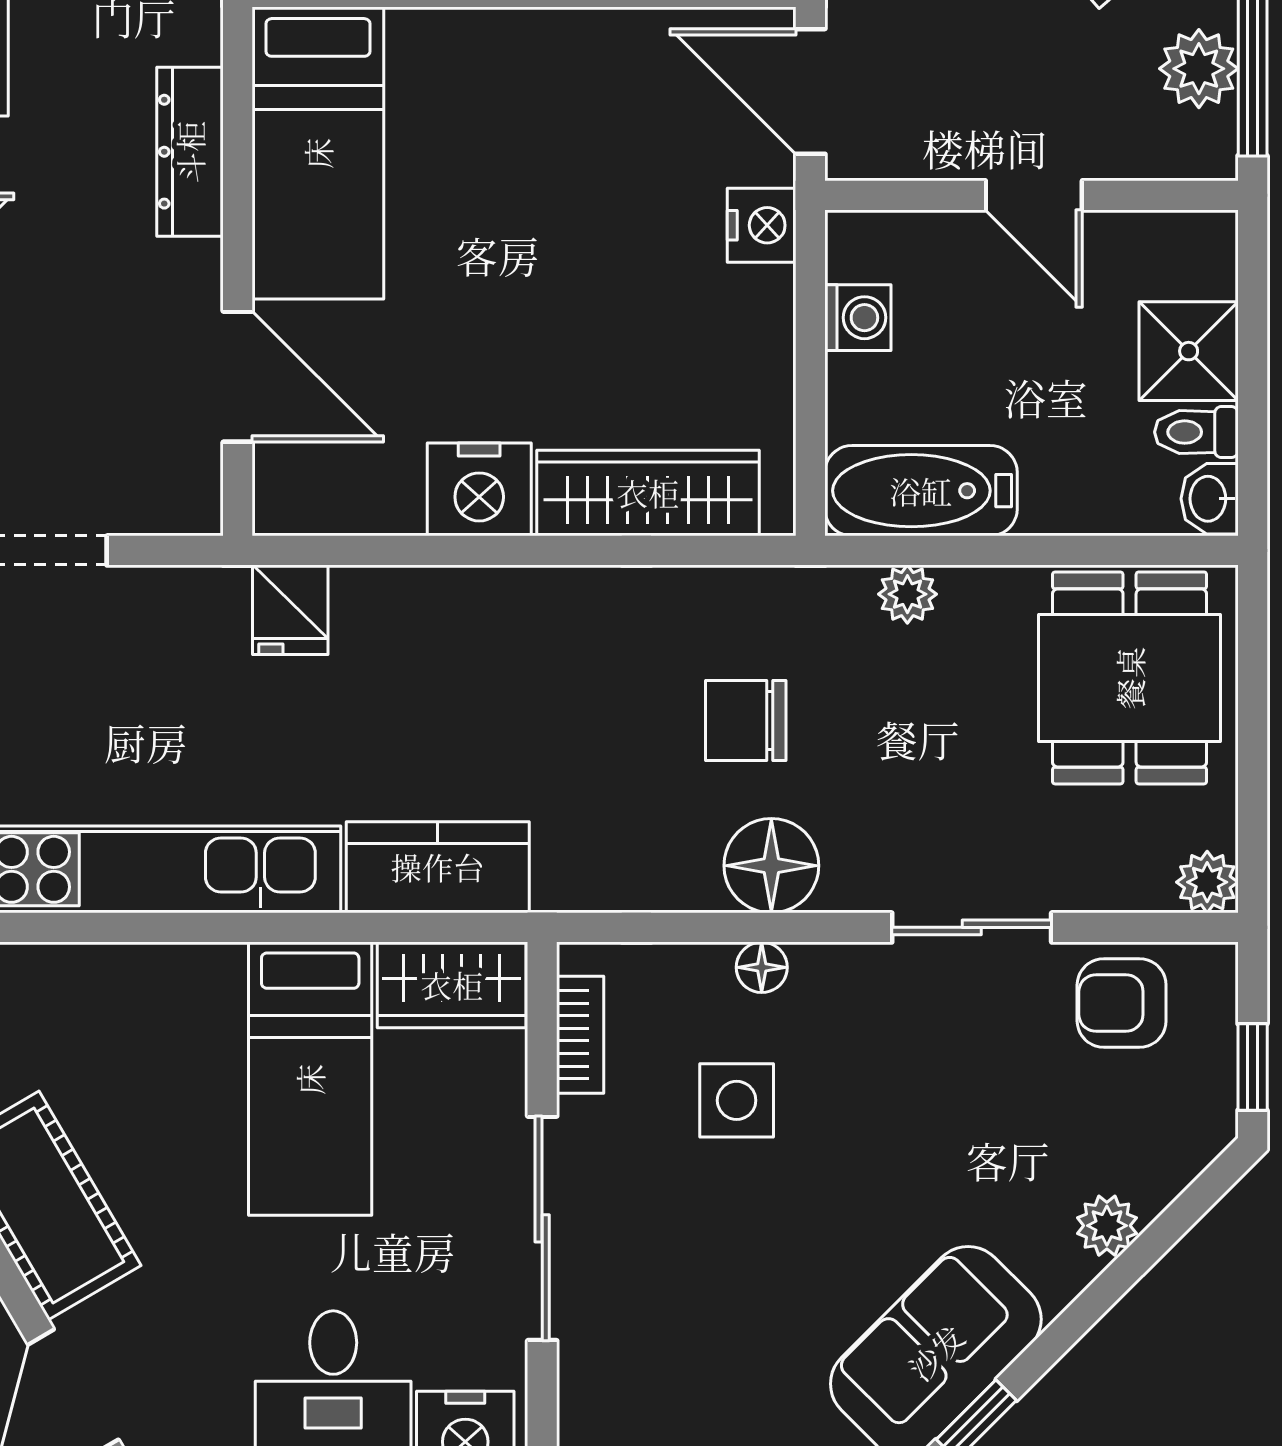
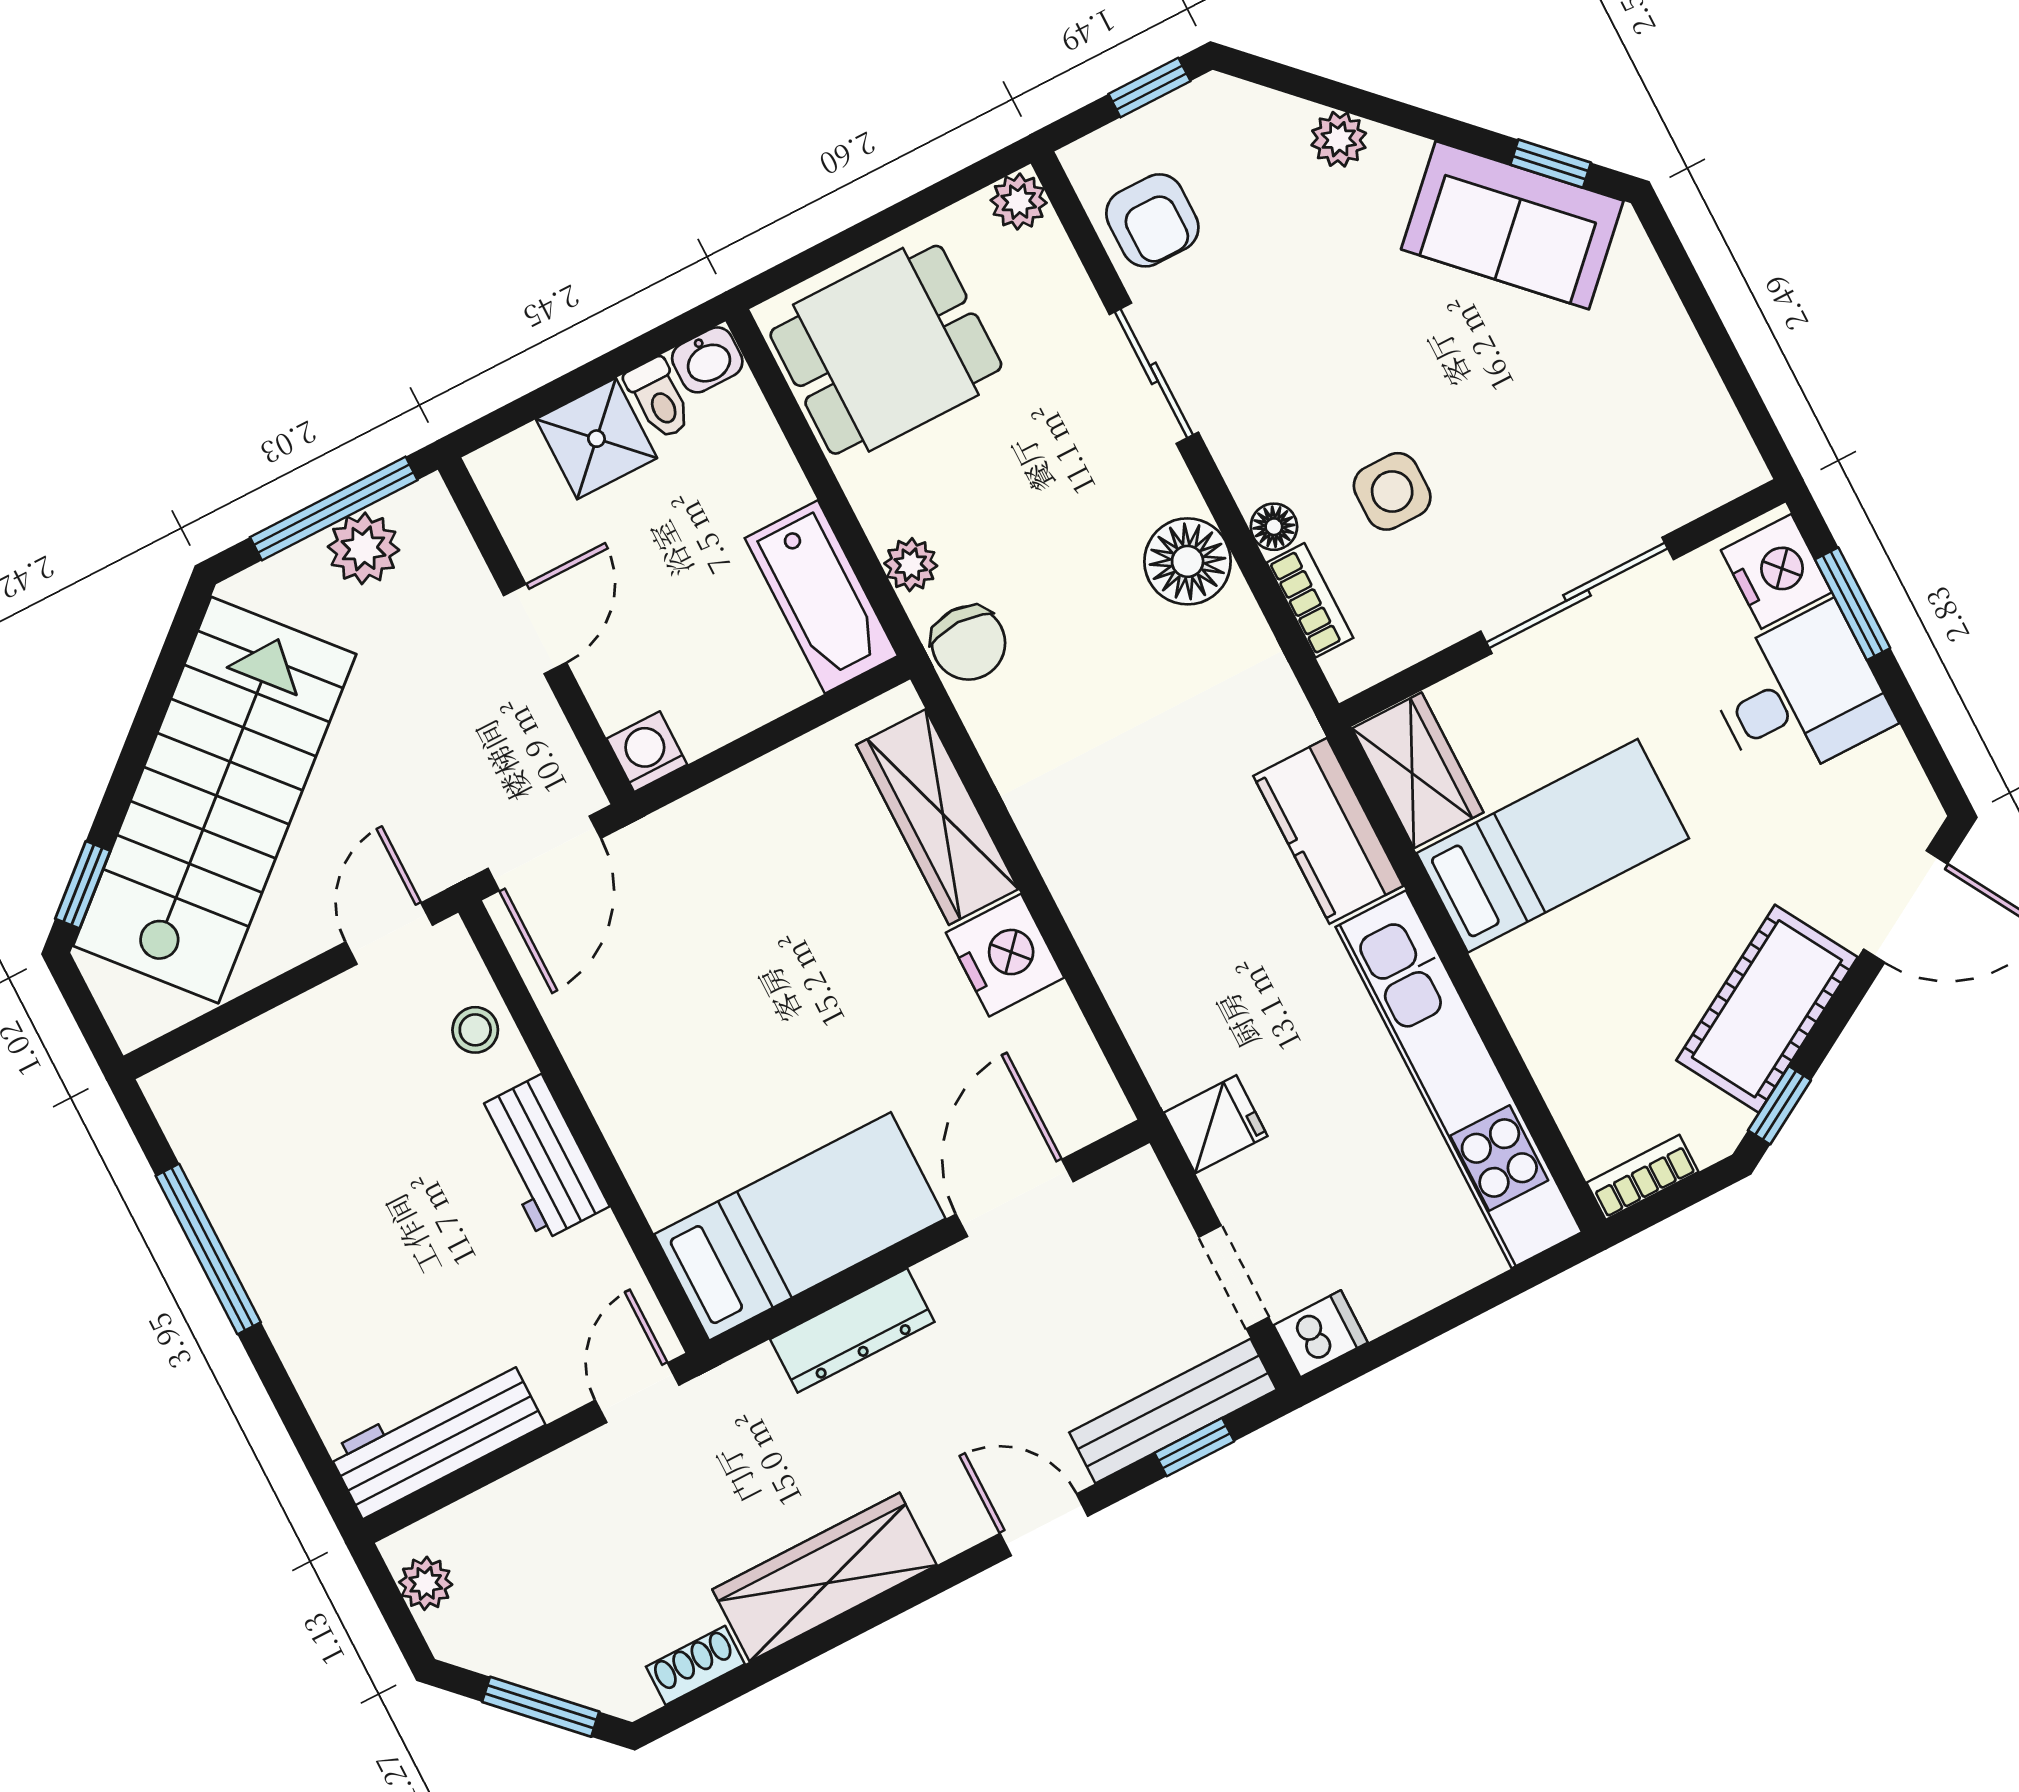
nightstand: (762, 225) -> (673, 837), removed
washing machine: (858, 318) -> (647, 752), moved
fridge: (290, 610) -> (1216, 1124), moved
chair: (746, 720) -> (968, 643), moved
bookcase: (580, 1035) -> (1310, 600), moved, turned 90

